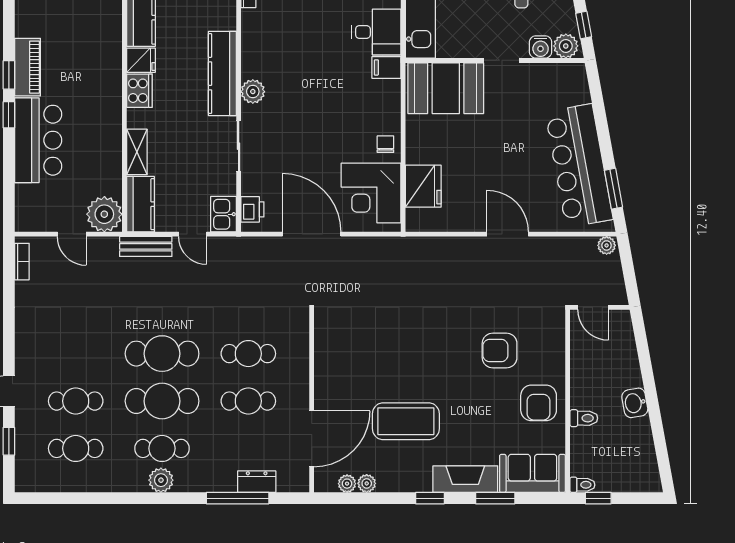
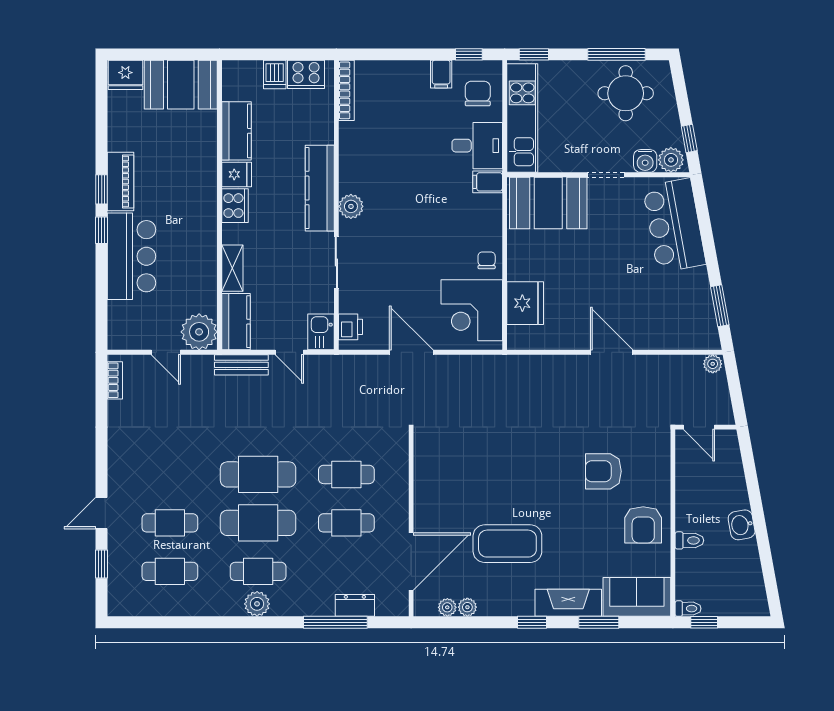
bar counter: (579, 166) -> (674, 225), moved, width x0.73
door: (312, 234) -> (411, 352), width x0.73

